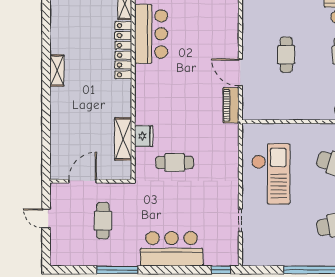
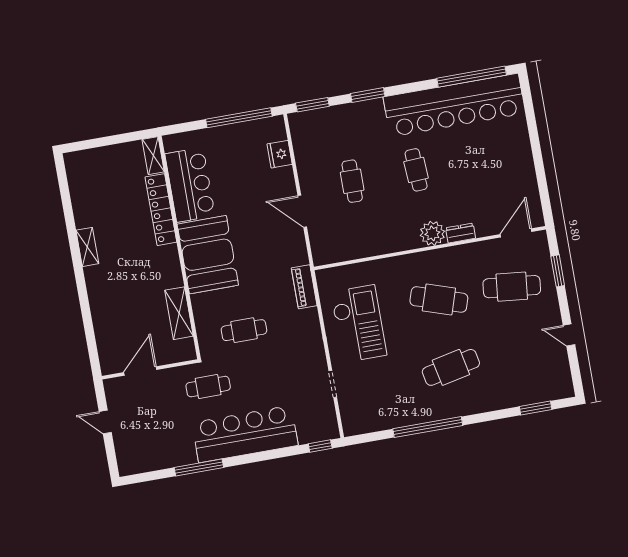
booth: (156, 95) -> (208, 255), added
piano: (231, 105) -> (304, 287), moved
fridge: (144, 136) -> (280, 154), moved, turned 180
cafe table: (103, 221) -> (208, 387), moved, turned 90
bar counter: (172, 249) -> (245, 434), width x1.36

